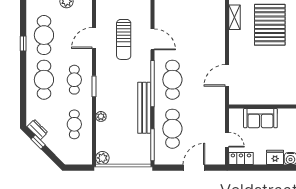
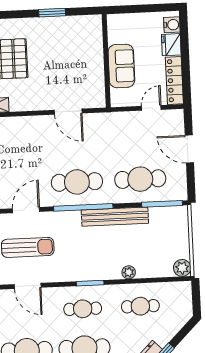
locker: (241, 158) -> (174, 81), width x1.53

